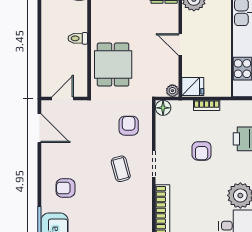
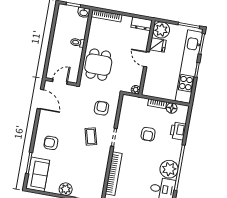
fridge: (193, 87) -> (158, 45), moved
floor lamp: (163, 108) -> (172, 108), moved

